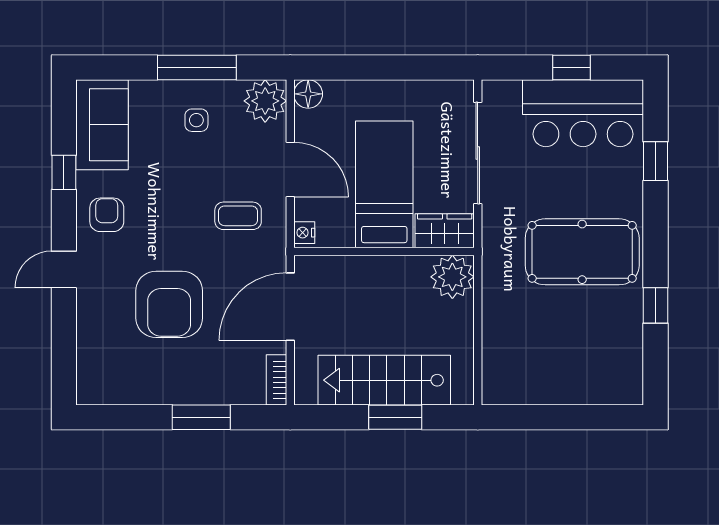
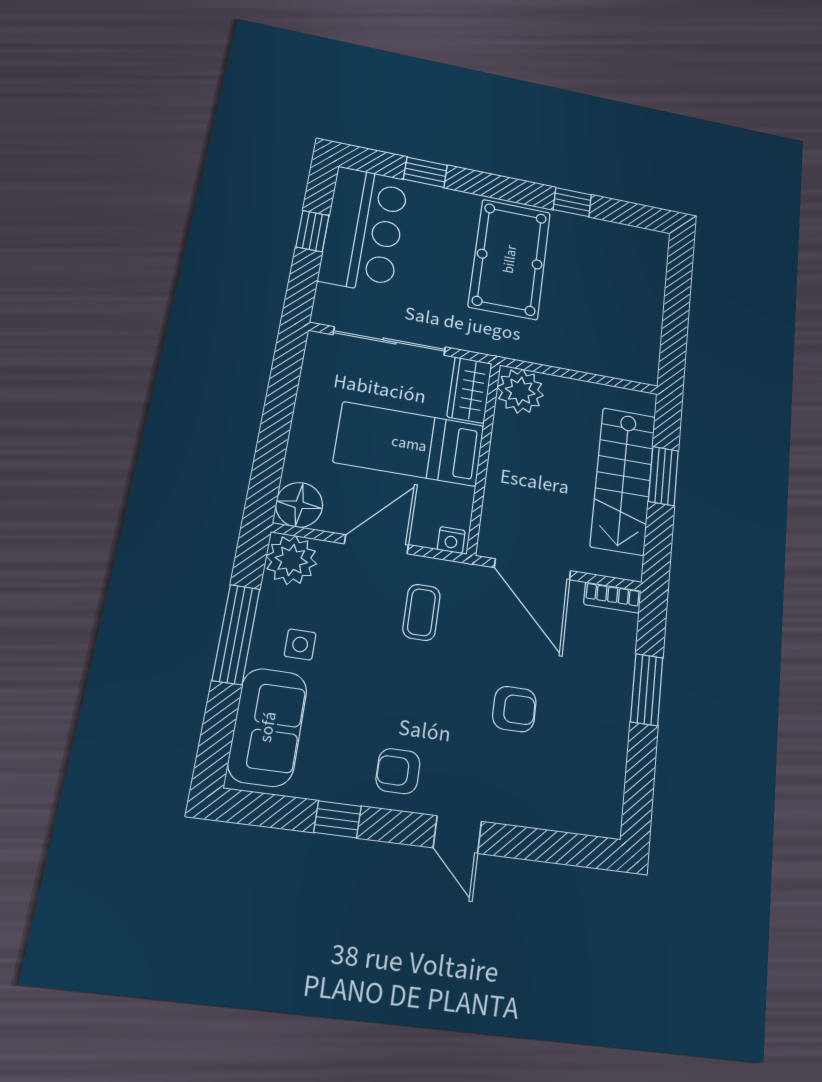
floor lamp: (308, 94) -> (299, 505), width x1.38, depth x1.38
sofa: (102, 125) -> (268, 727), moved, turned 90
armchair: (169, 304) -> (514, 709), width x0.53, depth x0.53

